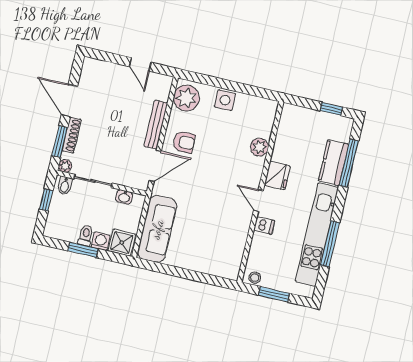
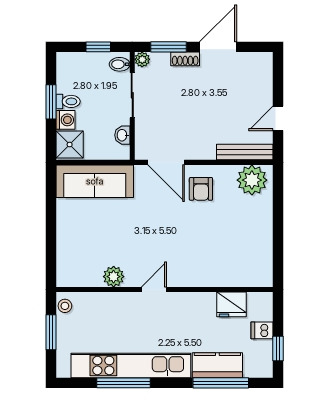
side table: (225, 100) -> (260, 225), removed
bench: (156, 125) -> (245, 152), moved
shoe rack: (72, 135) -> (185, 59), width x0.70
plant: (259, 147) -> (114, 277), moved
fridge: (277, 175) -> (232, 304), moved
dishwasher: (264, 225) -> (262, 330), moved, turned 90

